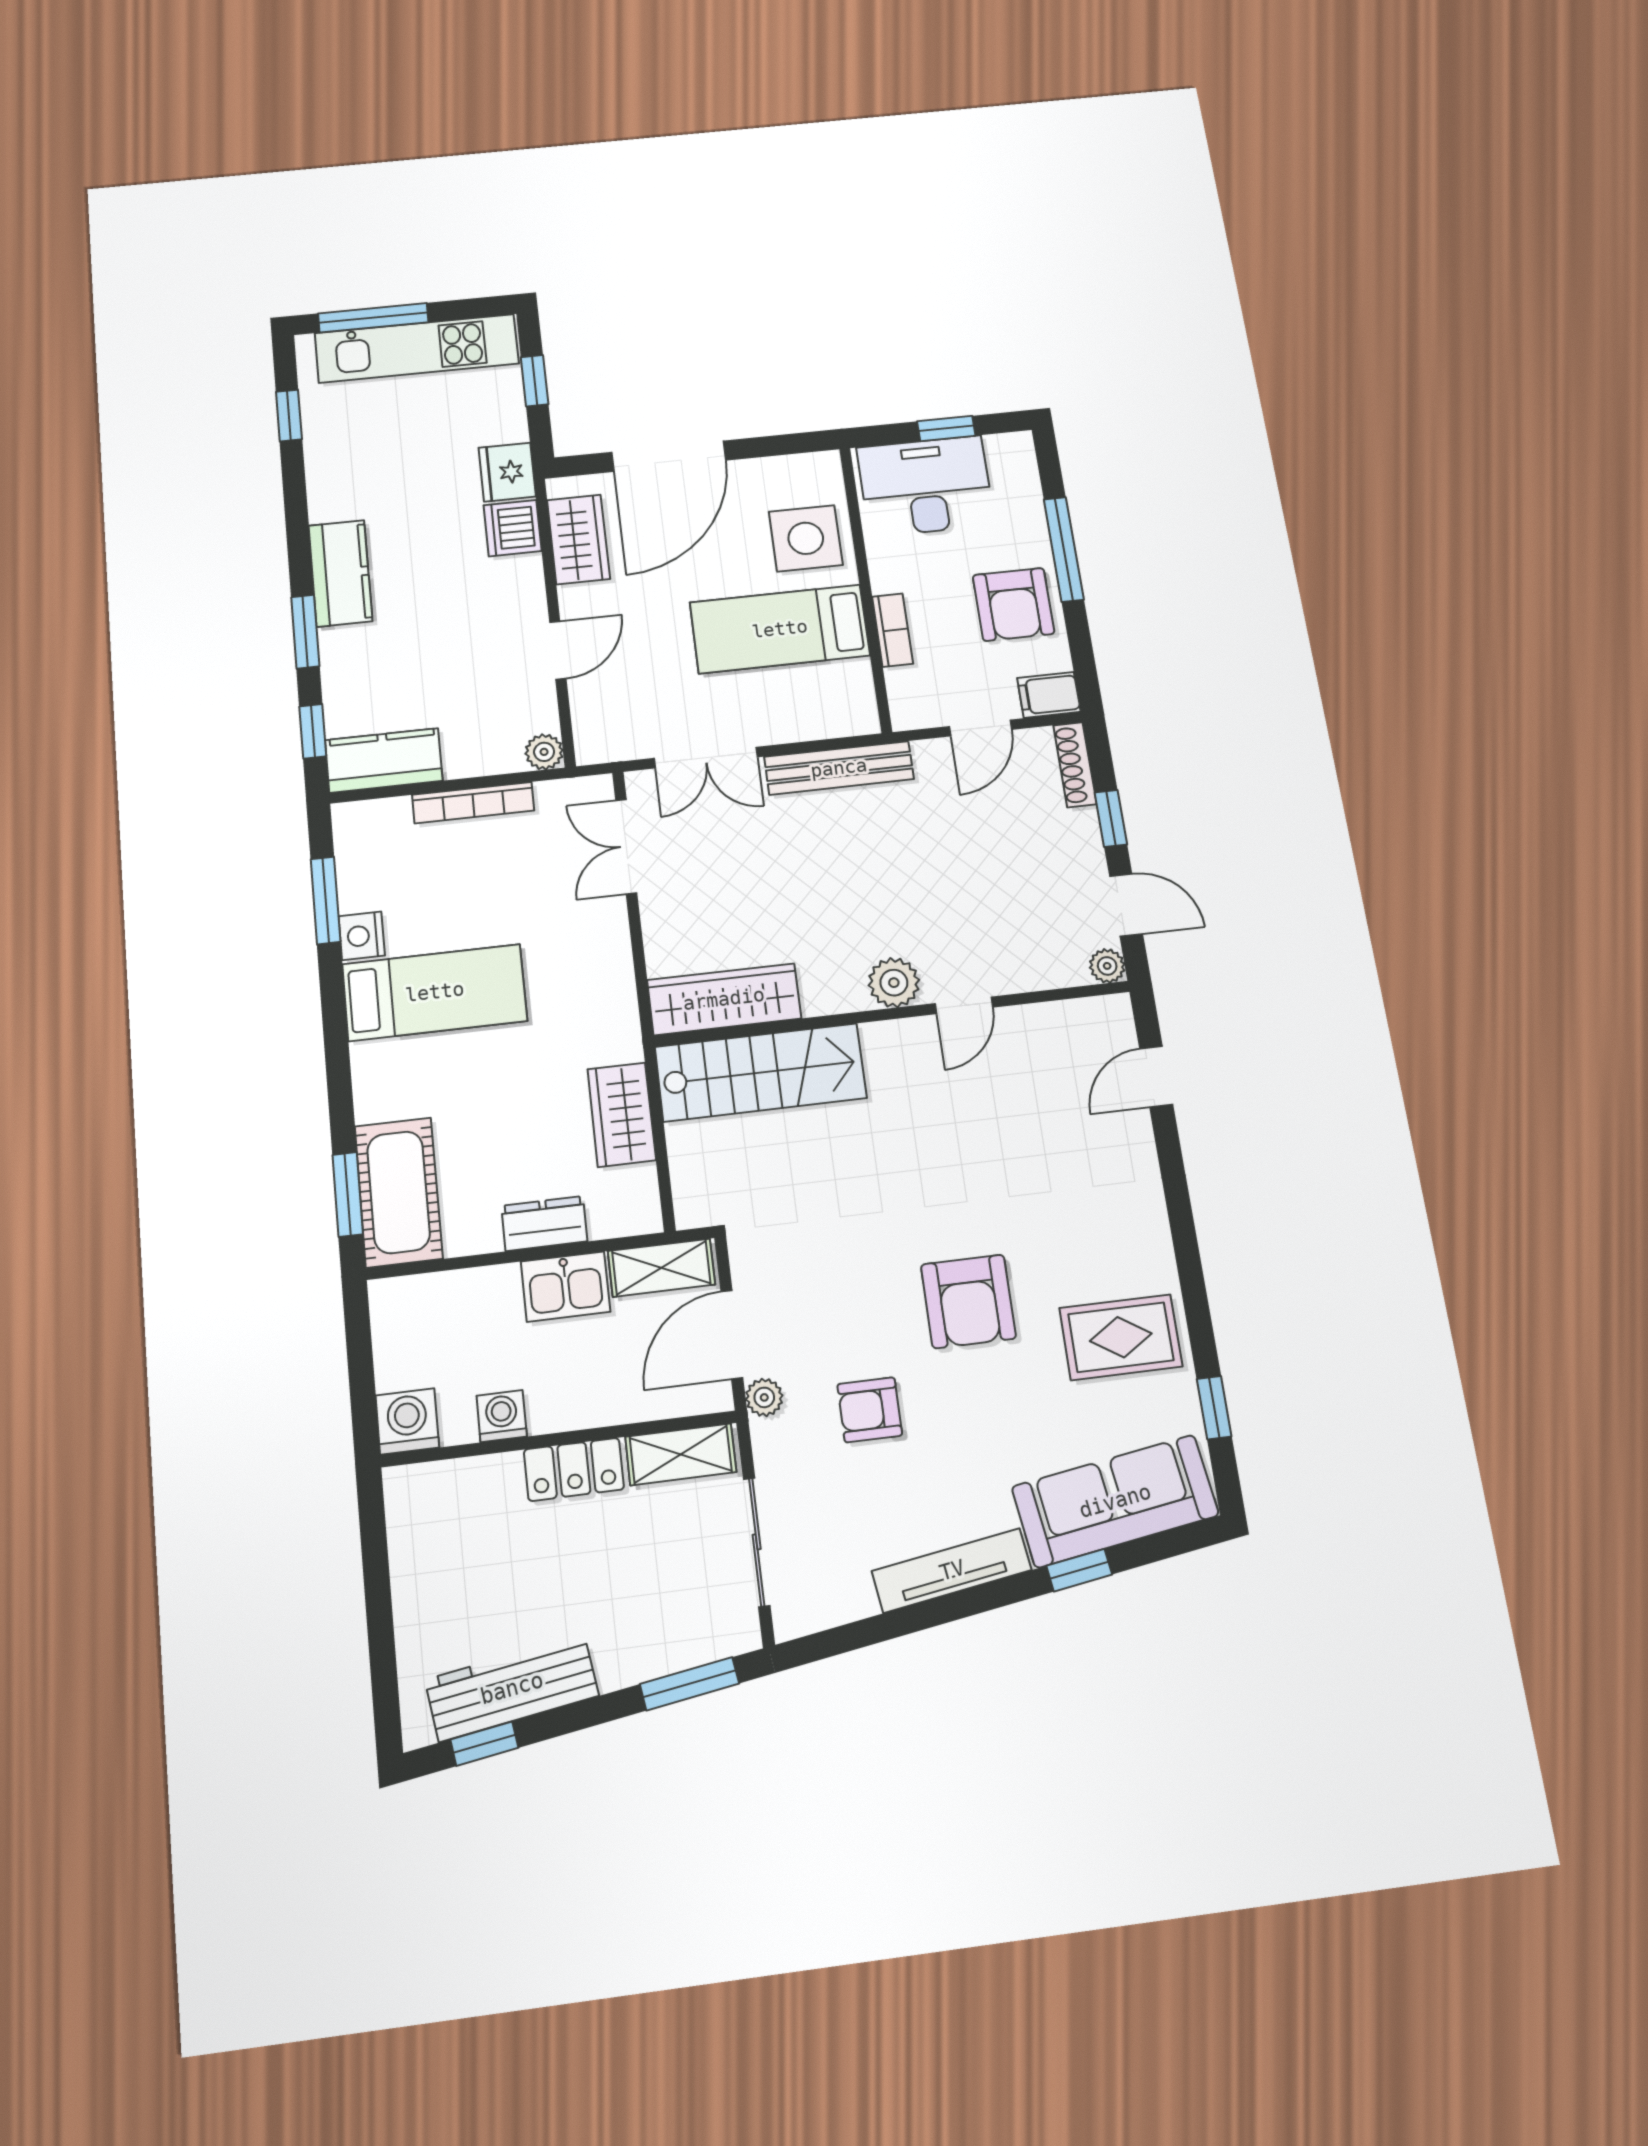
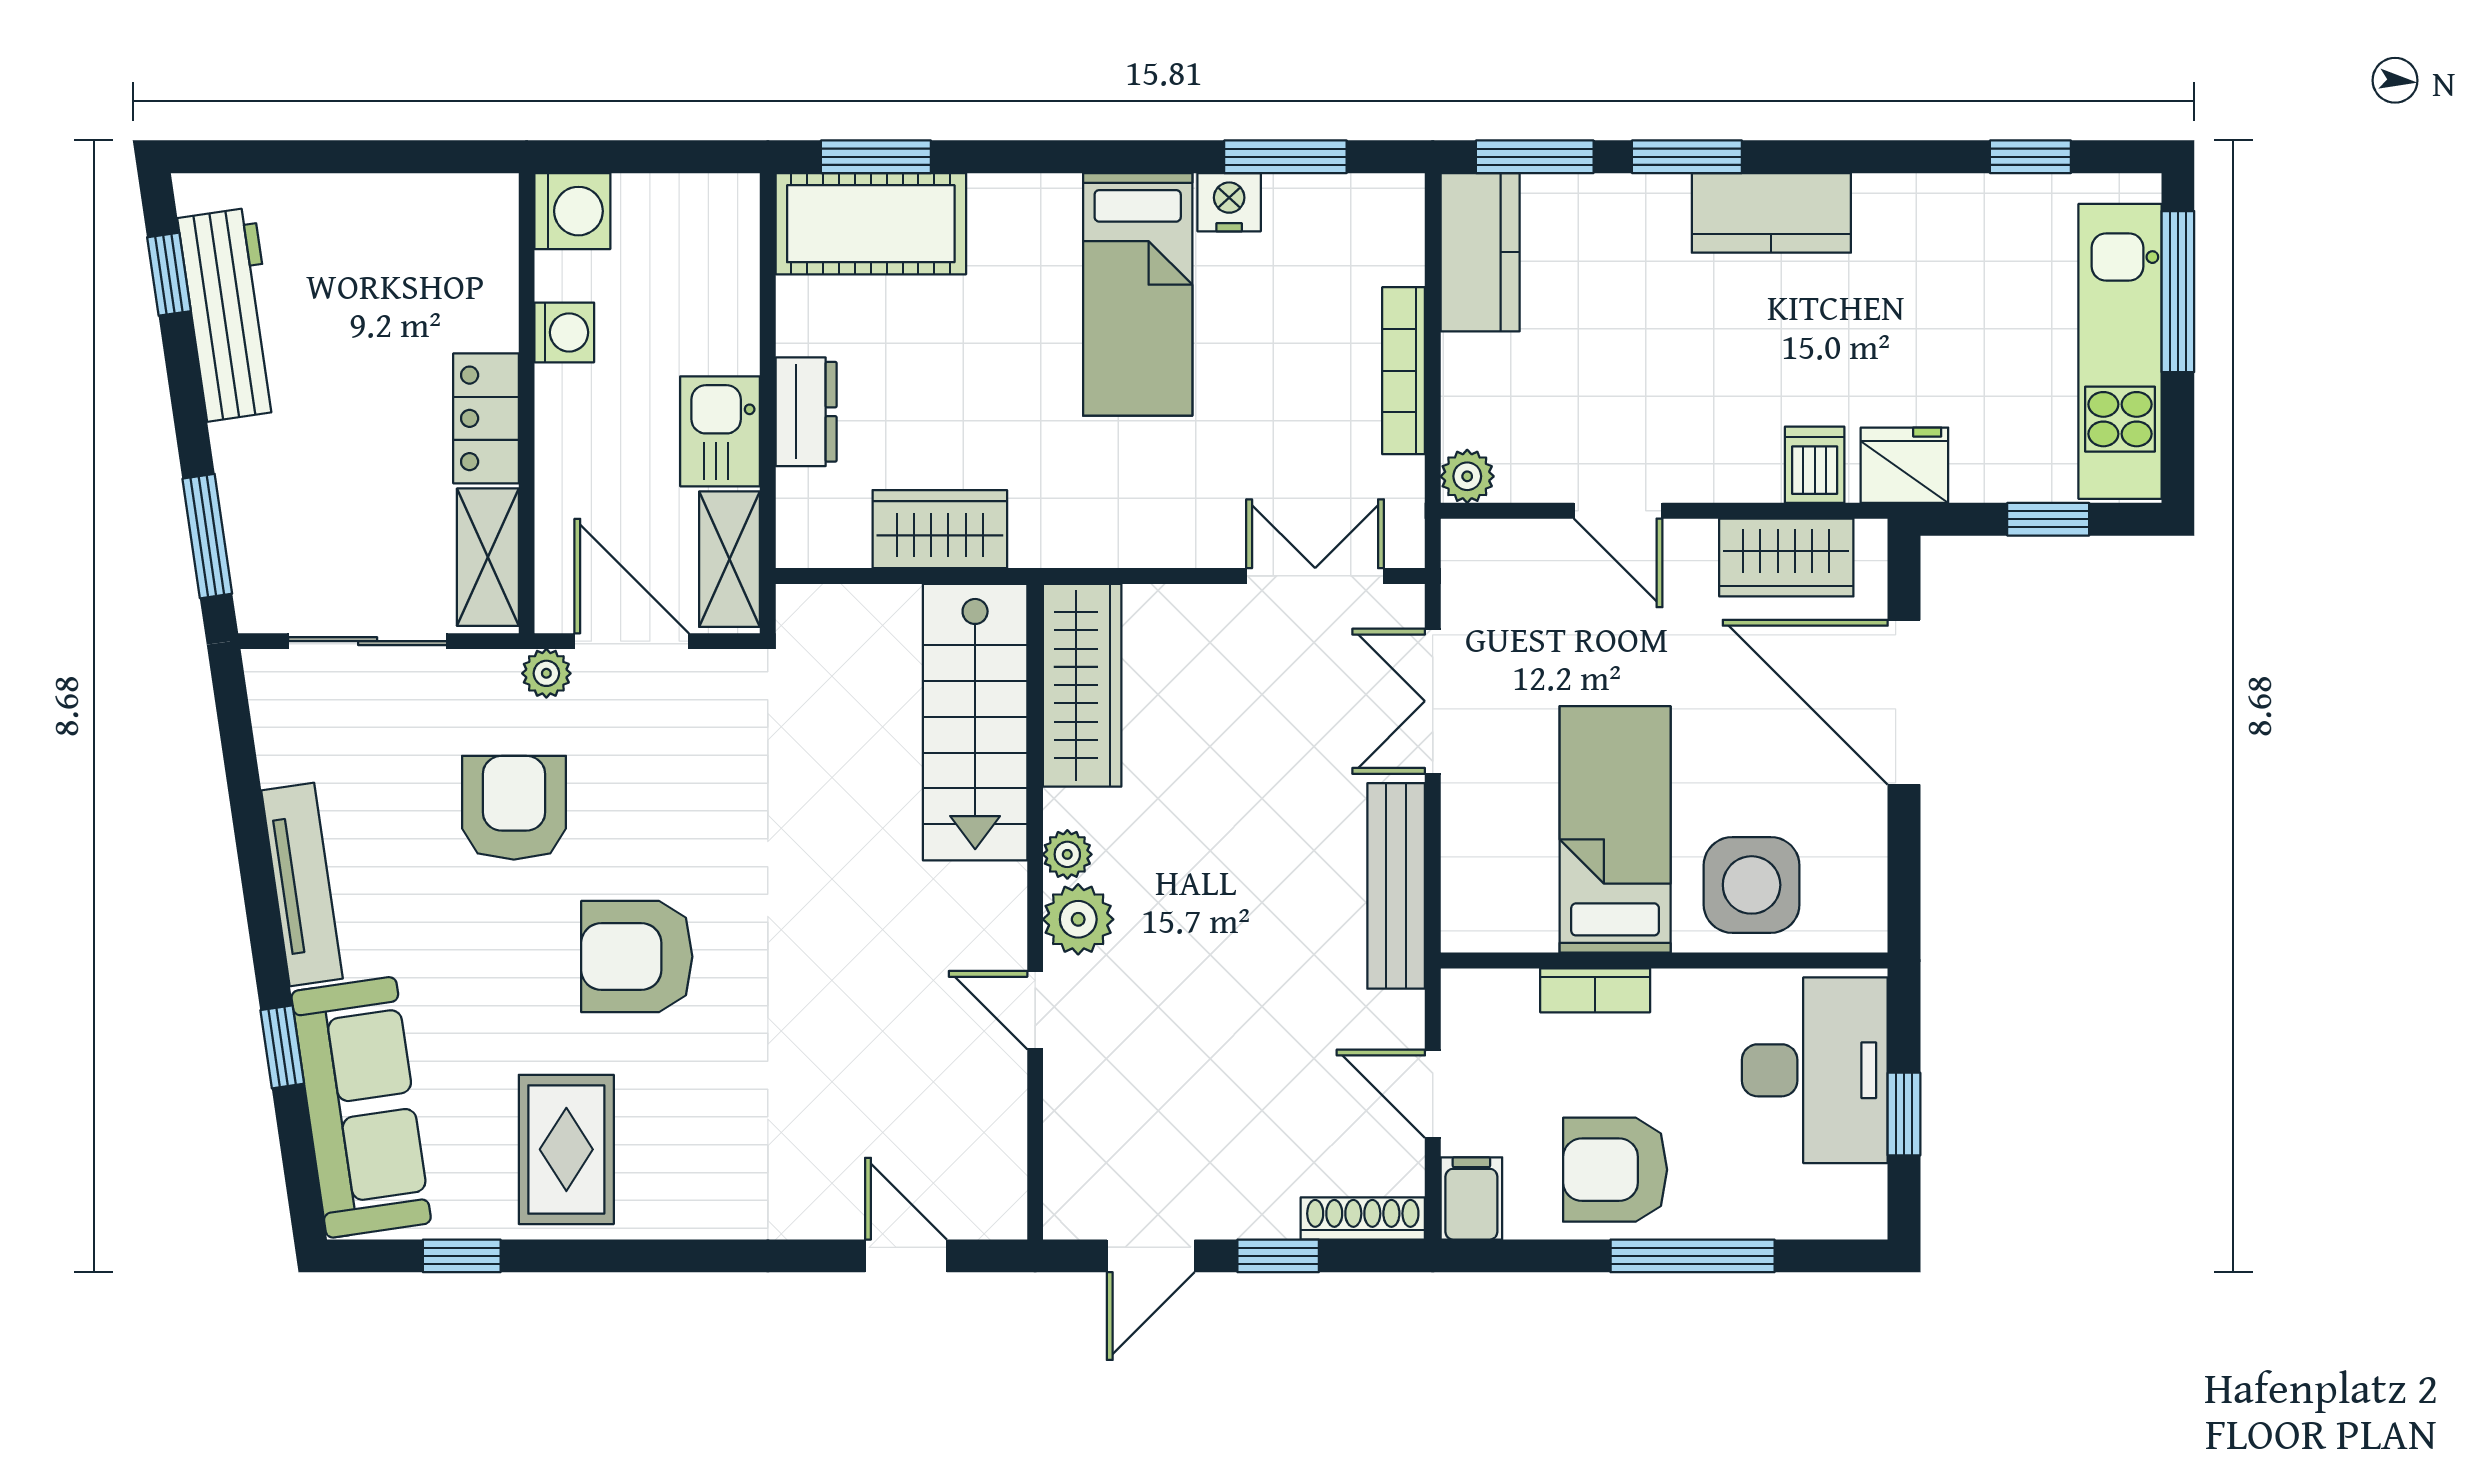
dishwasher: (513, 528) -> (1815, 465), width x0.73
window: (313, 731) -> (1535, 157), width x1.50
plant: (1107, 966) -> (1067, 854), moved
armchair: (870, 1410) -> (514, 808), width x1.38, depth x1.38

